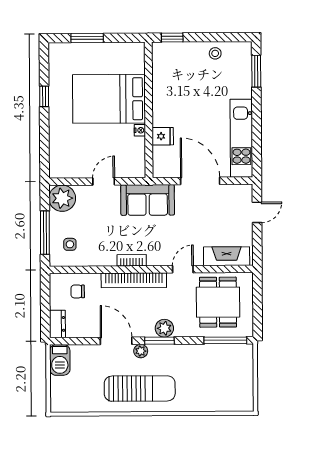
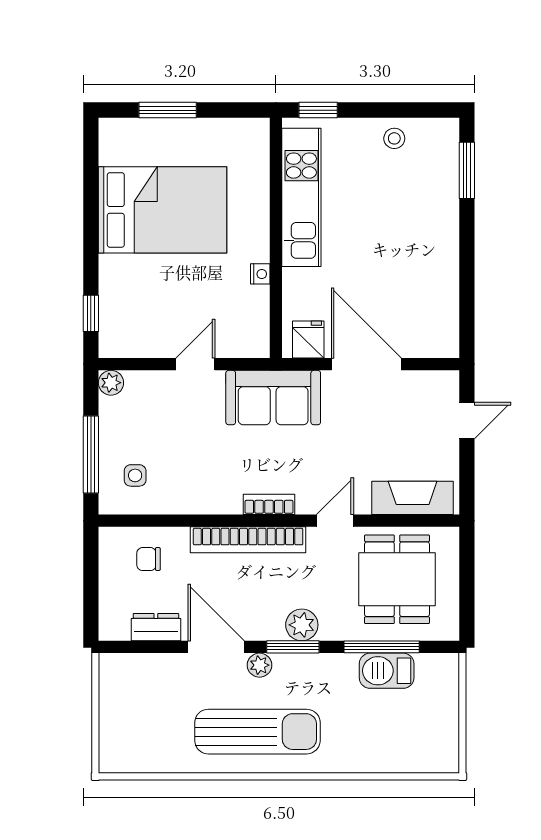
window: (44, 96) -> (91, 313), moved
bed: (109, 99) -> (163, 210), moved, turned 180
fridge: (163, 136) -> (308, 339), moved, turned -90
kitchen unit: (241, 138) -> (301, 197), moved, turned 180
plant: (62, 198) -> (111, 383), width x0.53, depth x0.53
bookcase: (132, 260) -> (269, 504), moved
dresser: (57, 324) -> (156, 627), moved, turned -90
window: (225, 340) -> (382, 647), moved
barbecue: (60, 360) -> (387, 671), moved, turned 90

